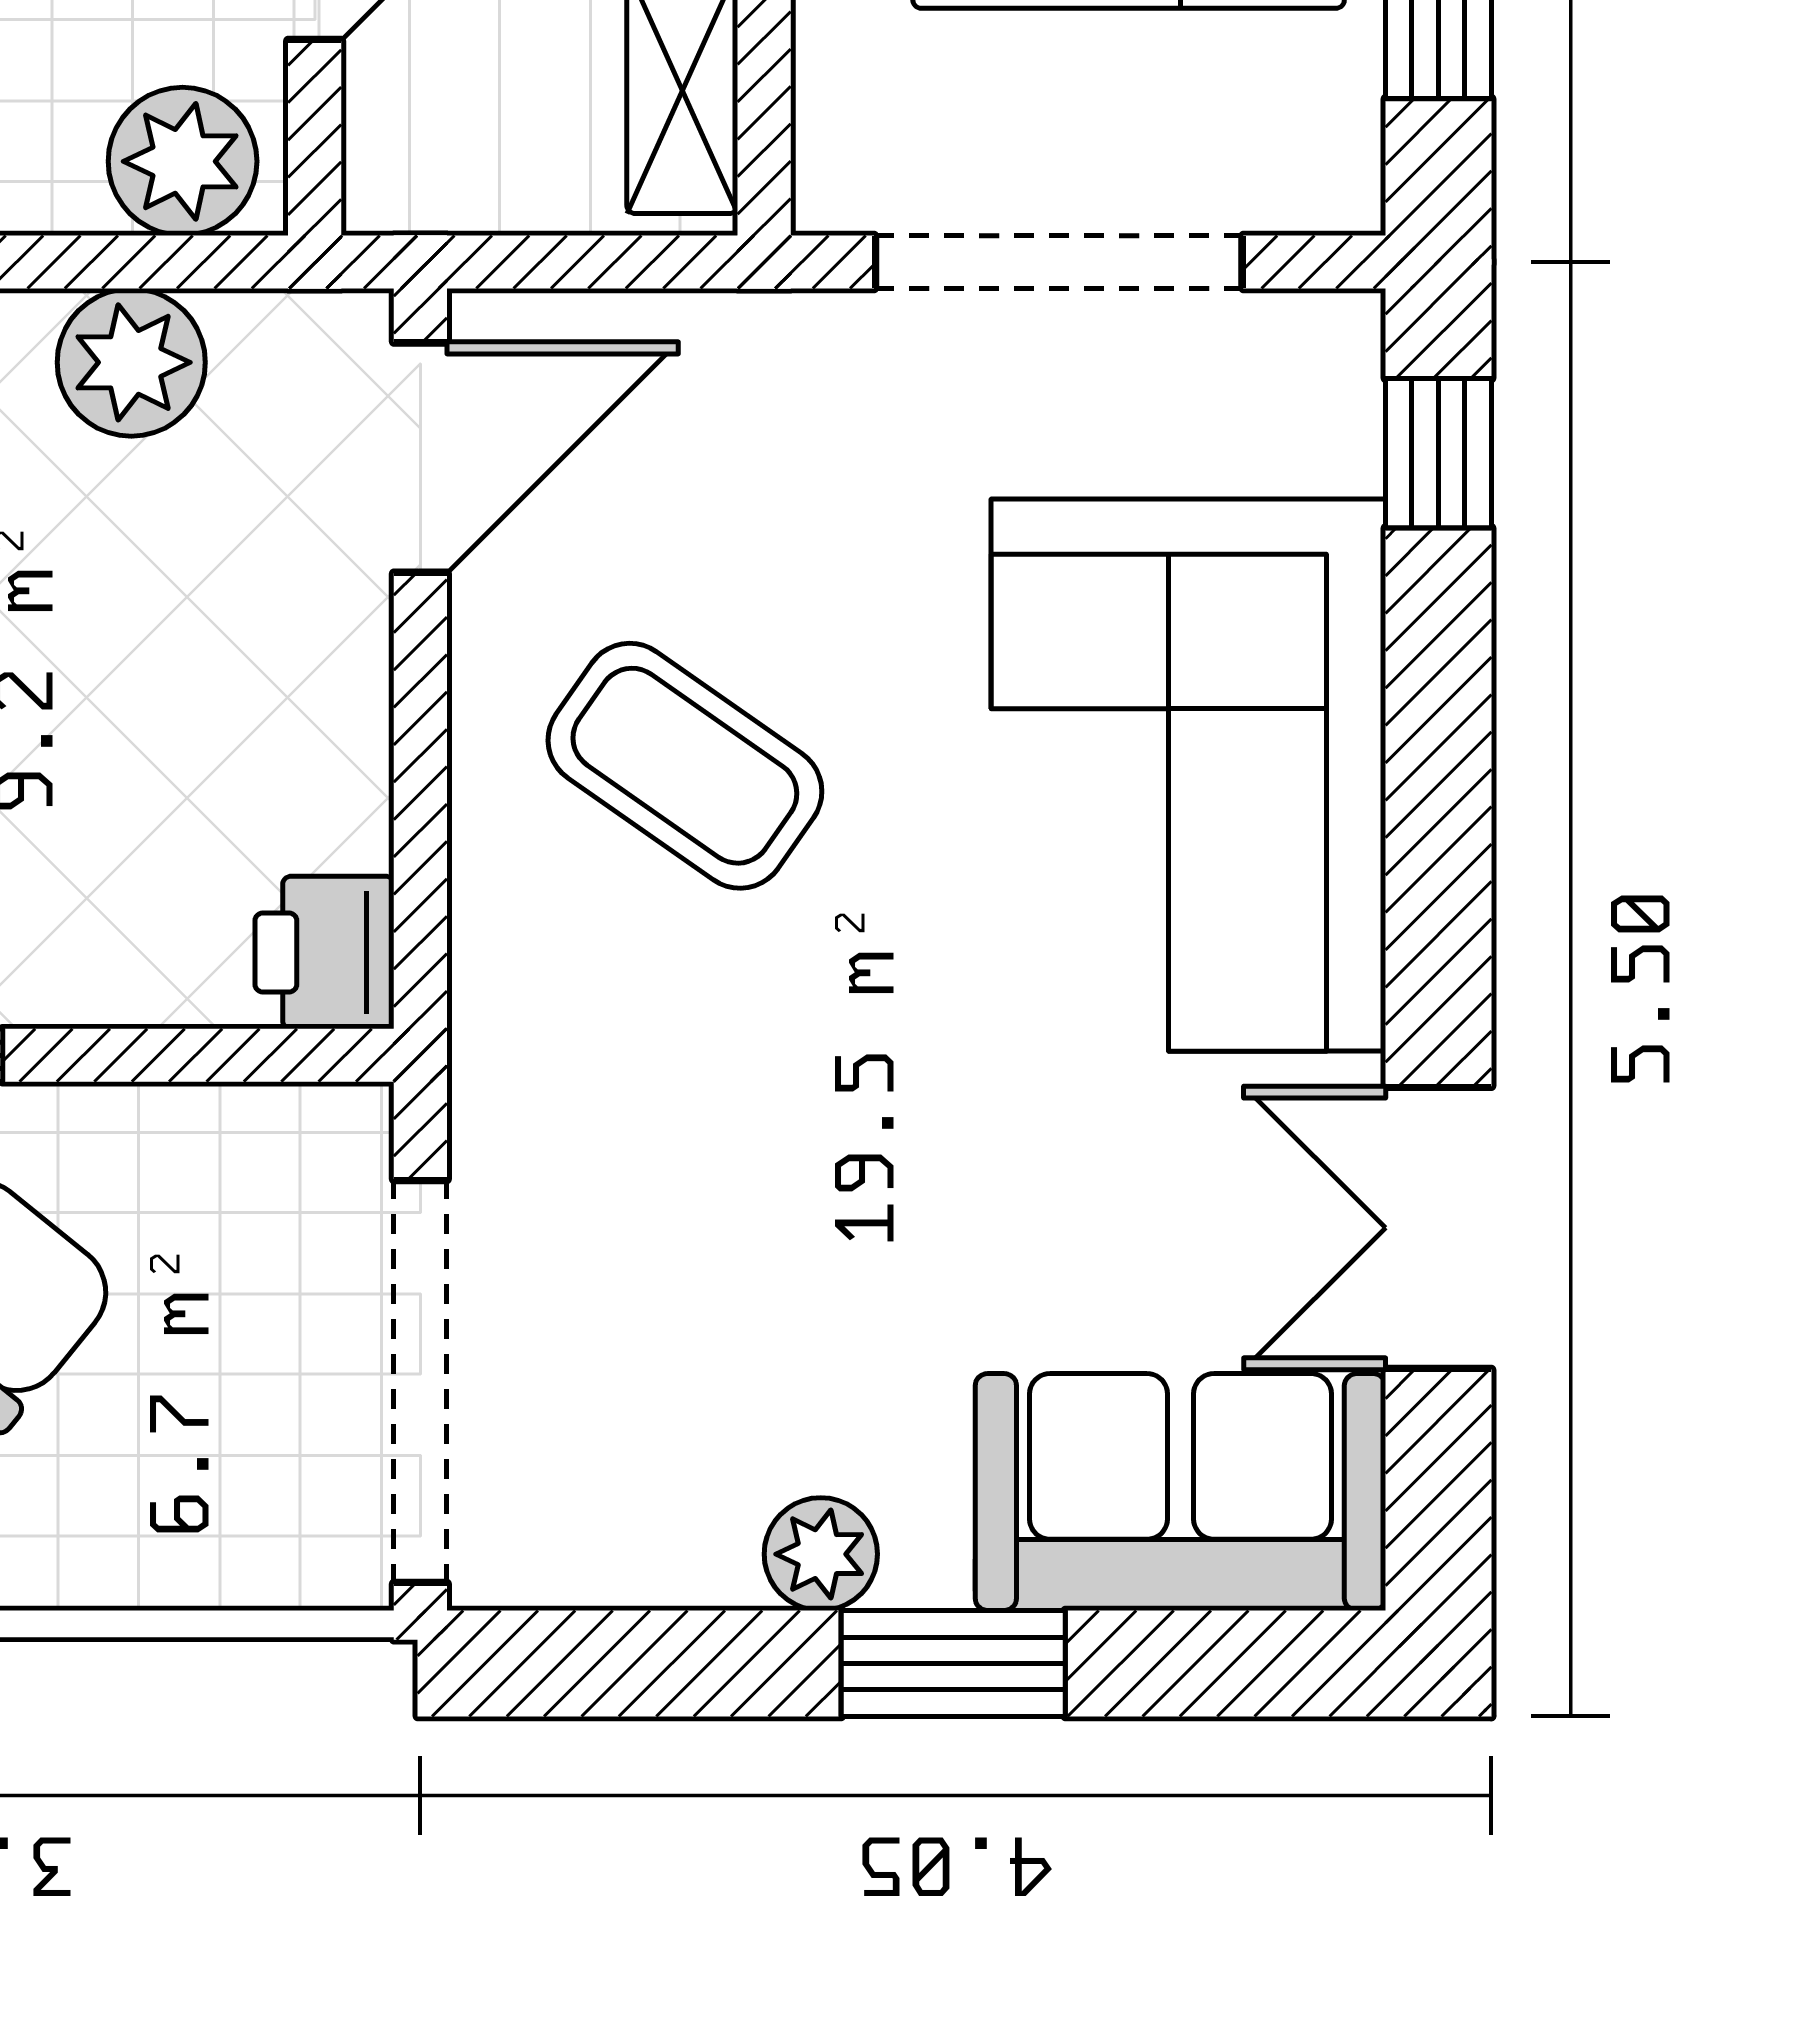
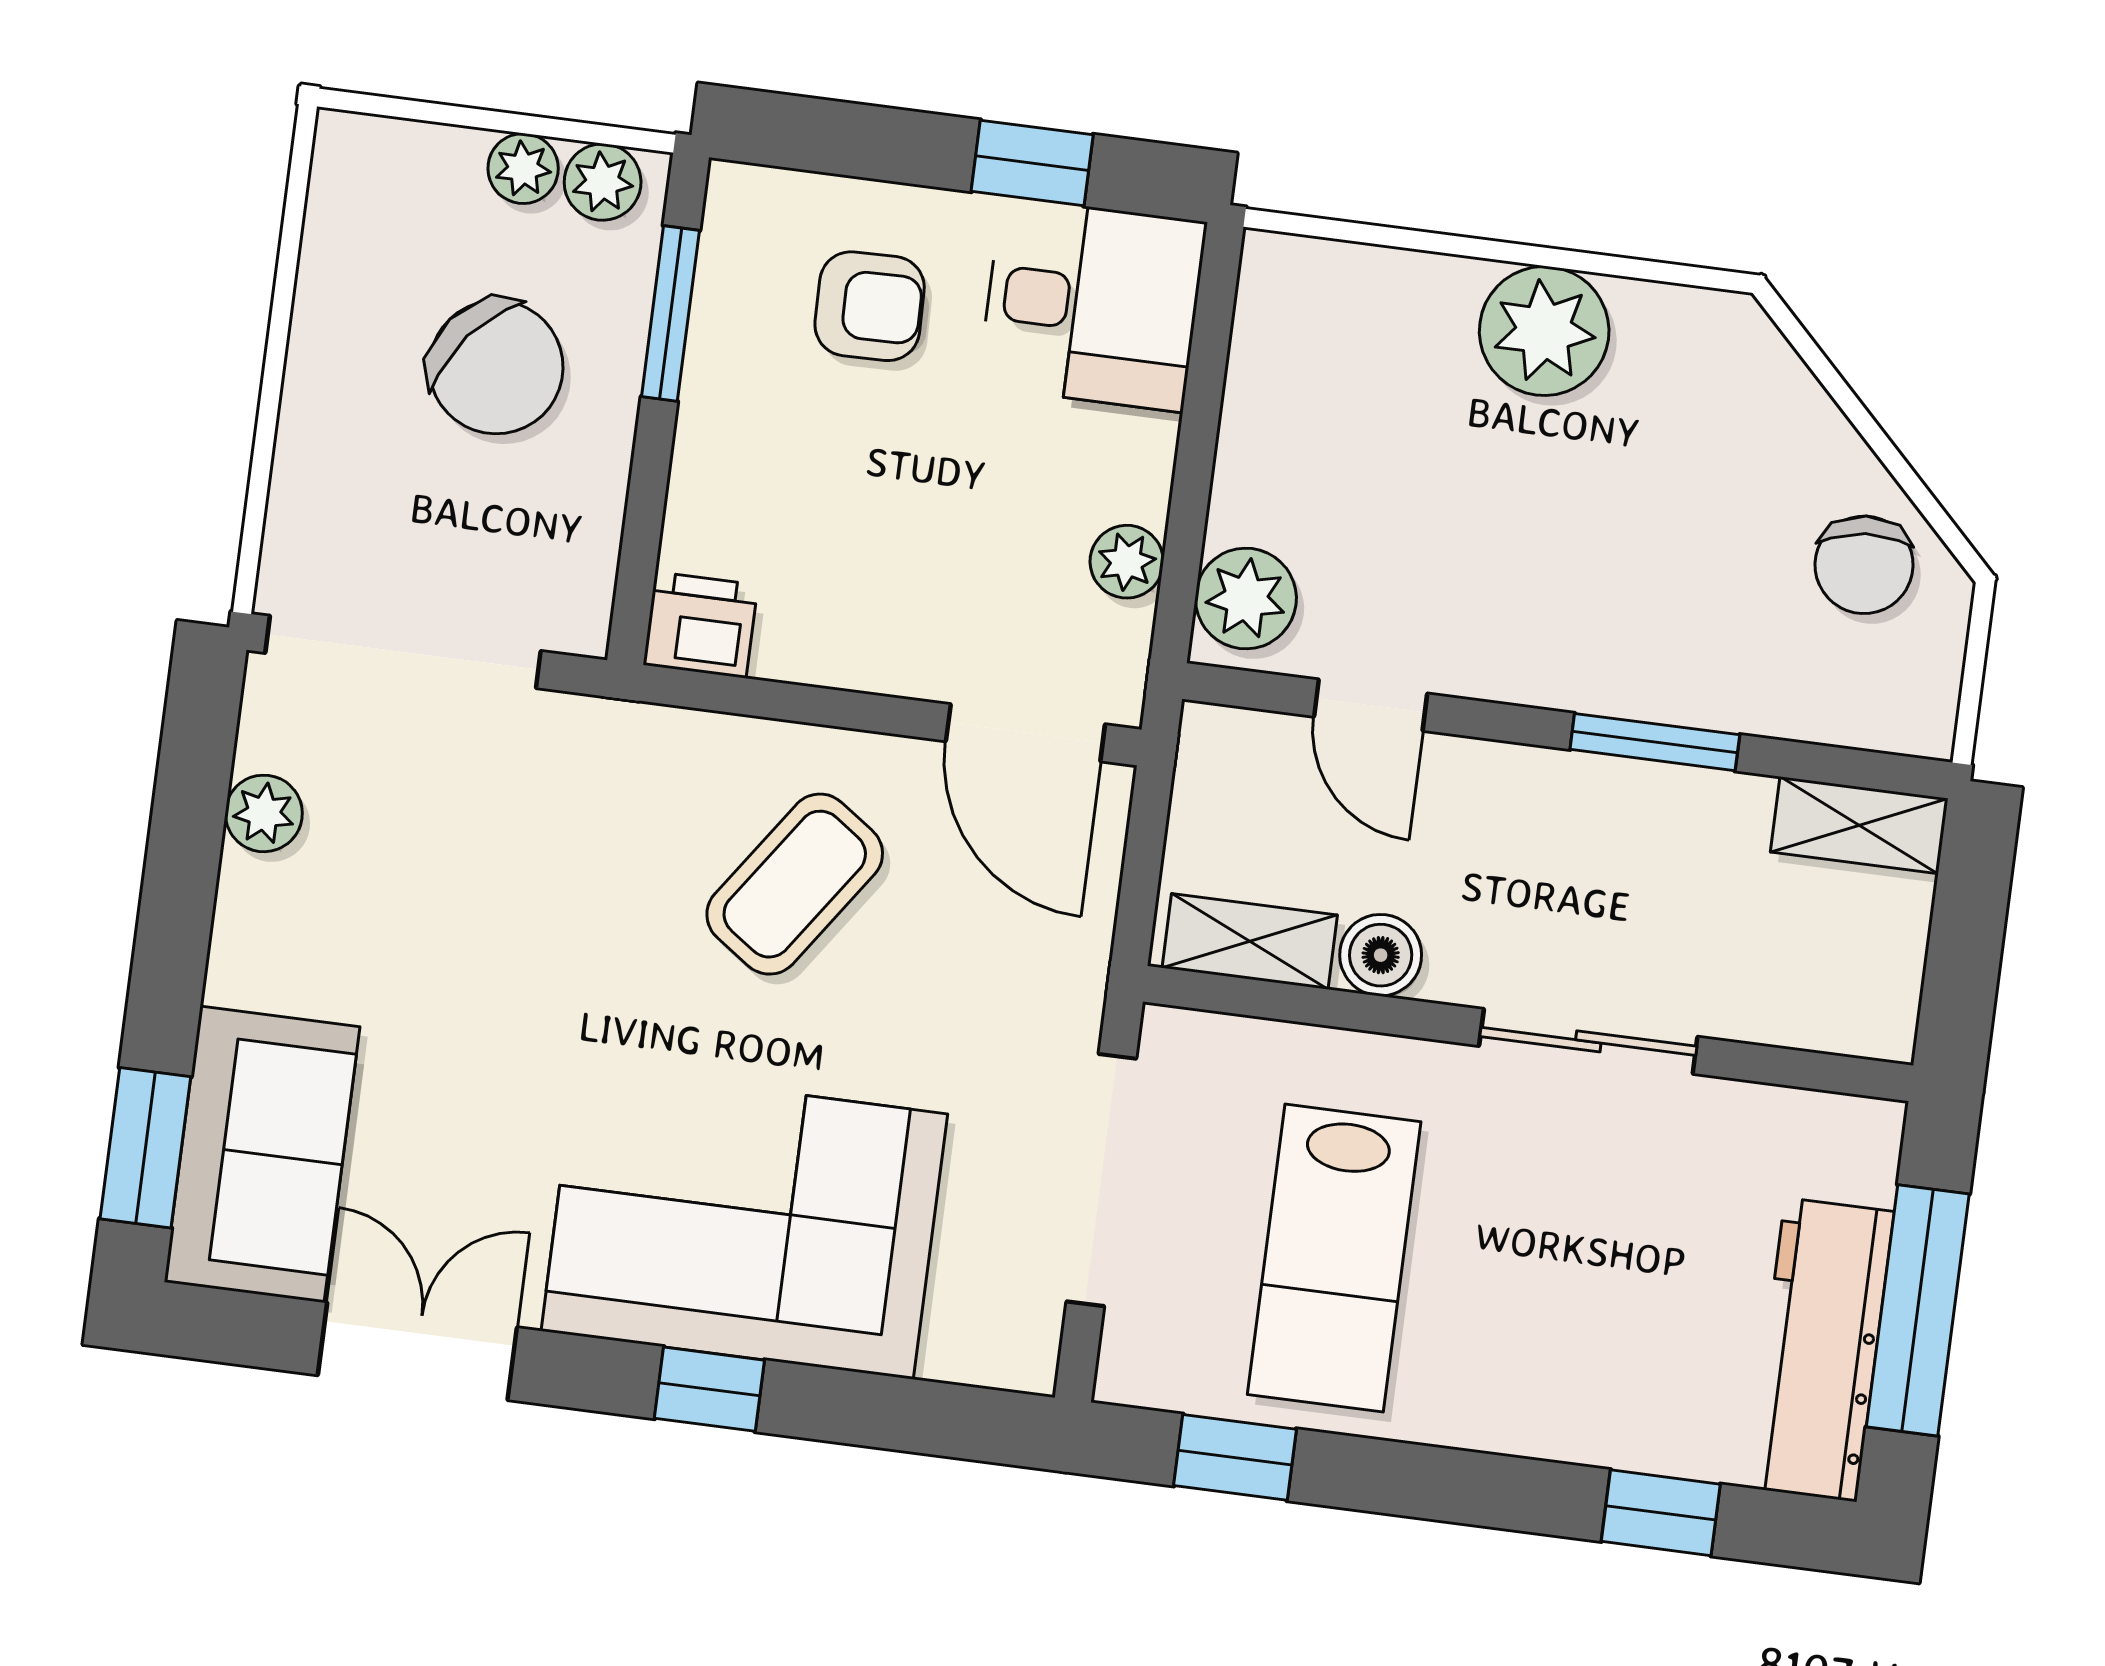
plant: (131, 362) -> (1127, 562), width x0.73, depth x0.73
window: (1438, 453) -> (709, 1389), moved
plant: (821, 1554) -> (264, 813), moved
window: (953, 1663) -> (145, 1148), moved

